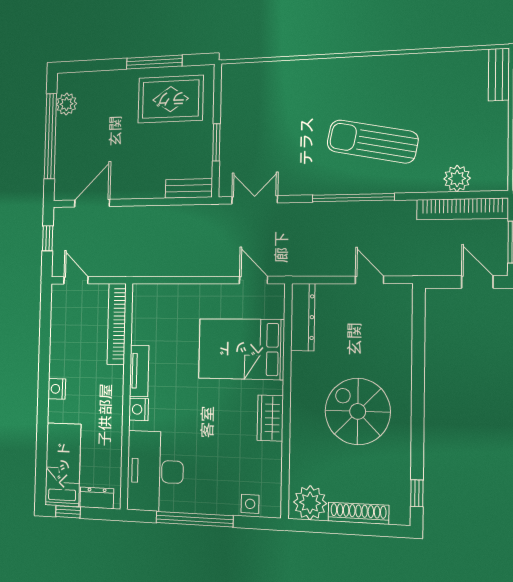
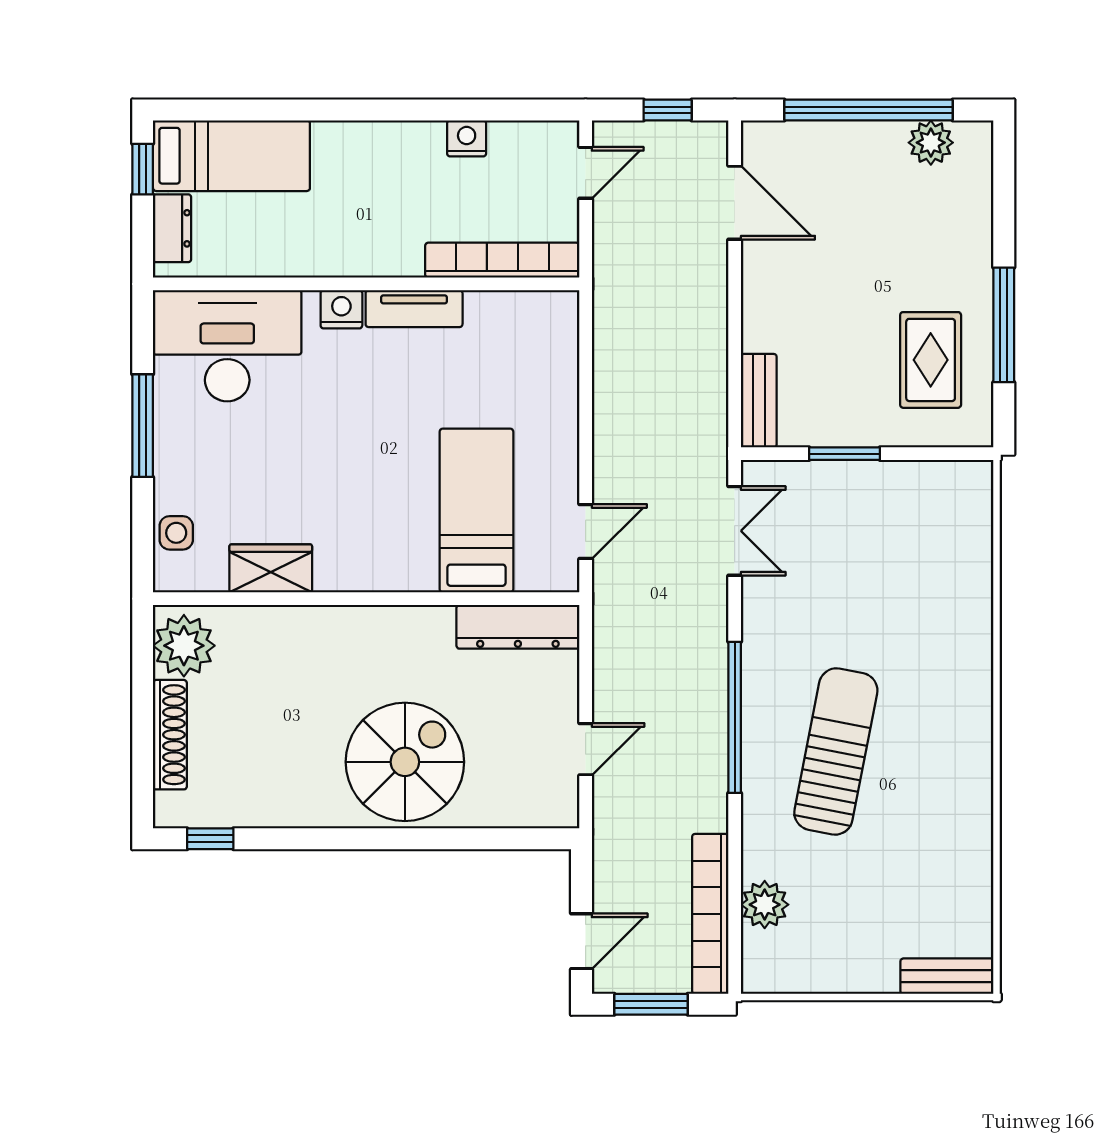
rug: (171, 99) -> (931, 360), width x0.73, depth x0.70
bed: (241, 349) -> (476, 511), width x0.67
nightstand: (57, 389) -> (467, 138), moved
spiral stairs: (358, 411) -> (405, 762), moved
wardrobe: (270, 418) -> (271, 568), moved
window: (194, 519) -> (143, 426), width x0.68

